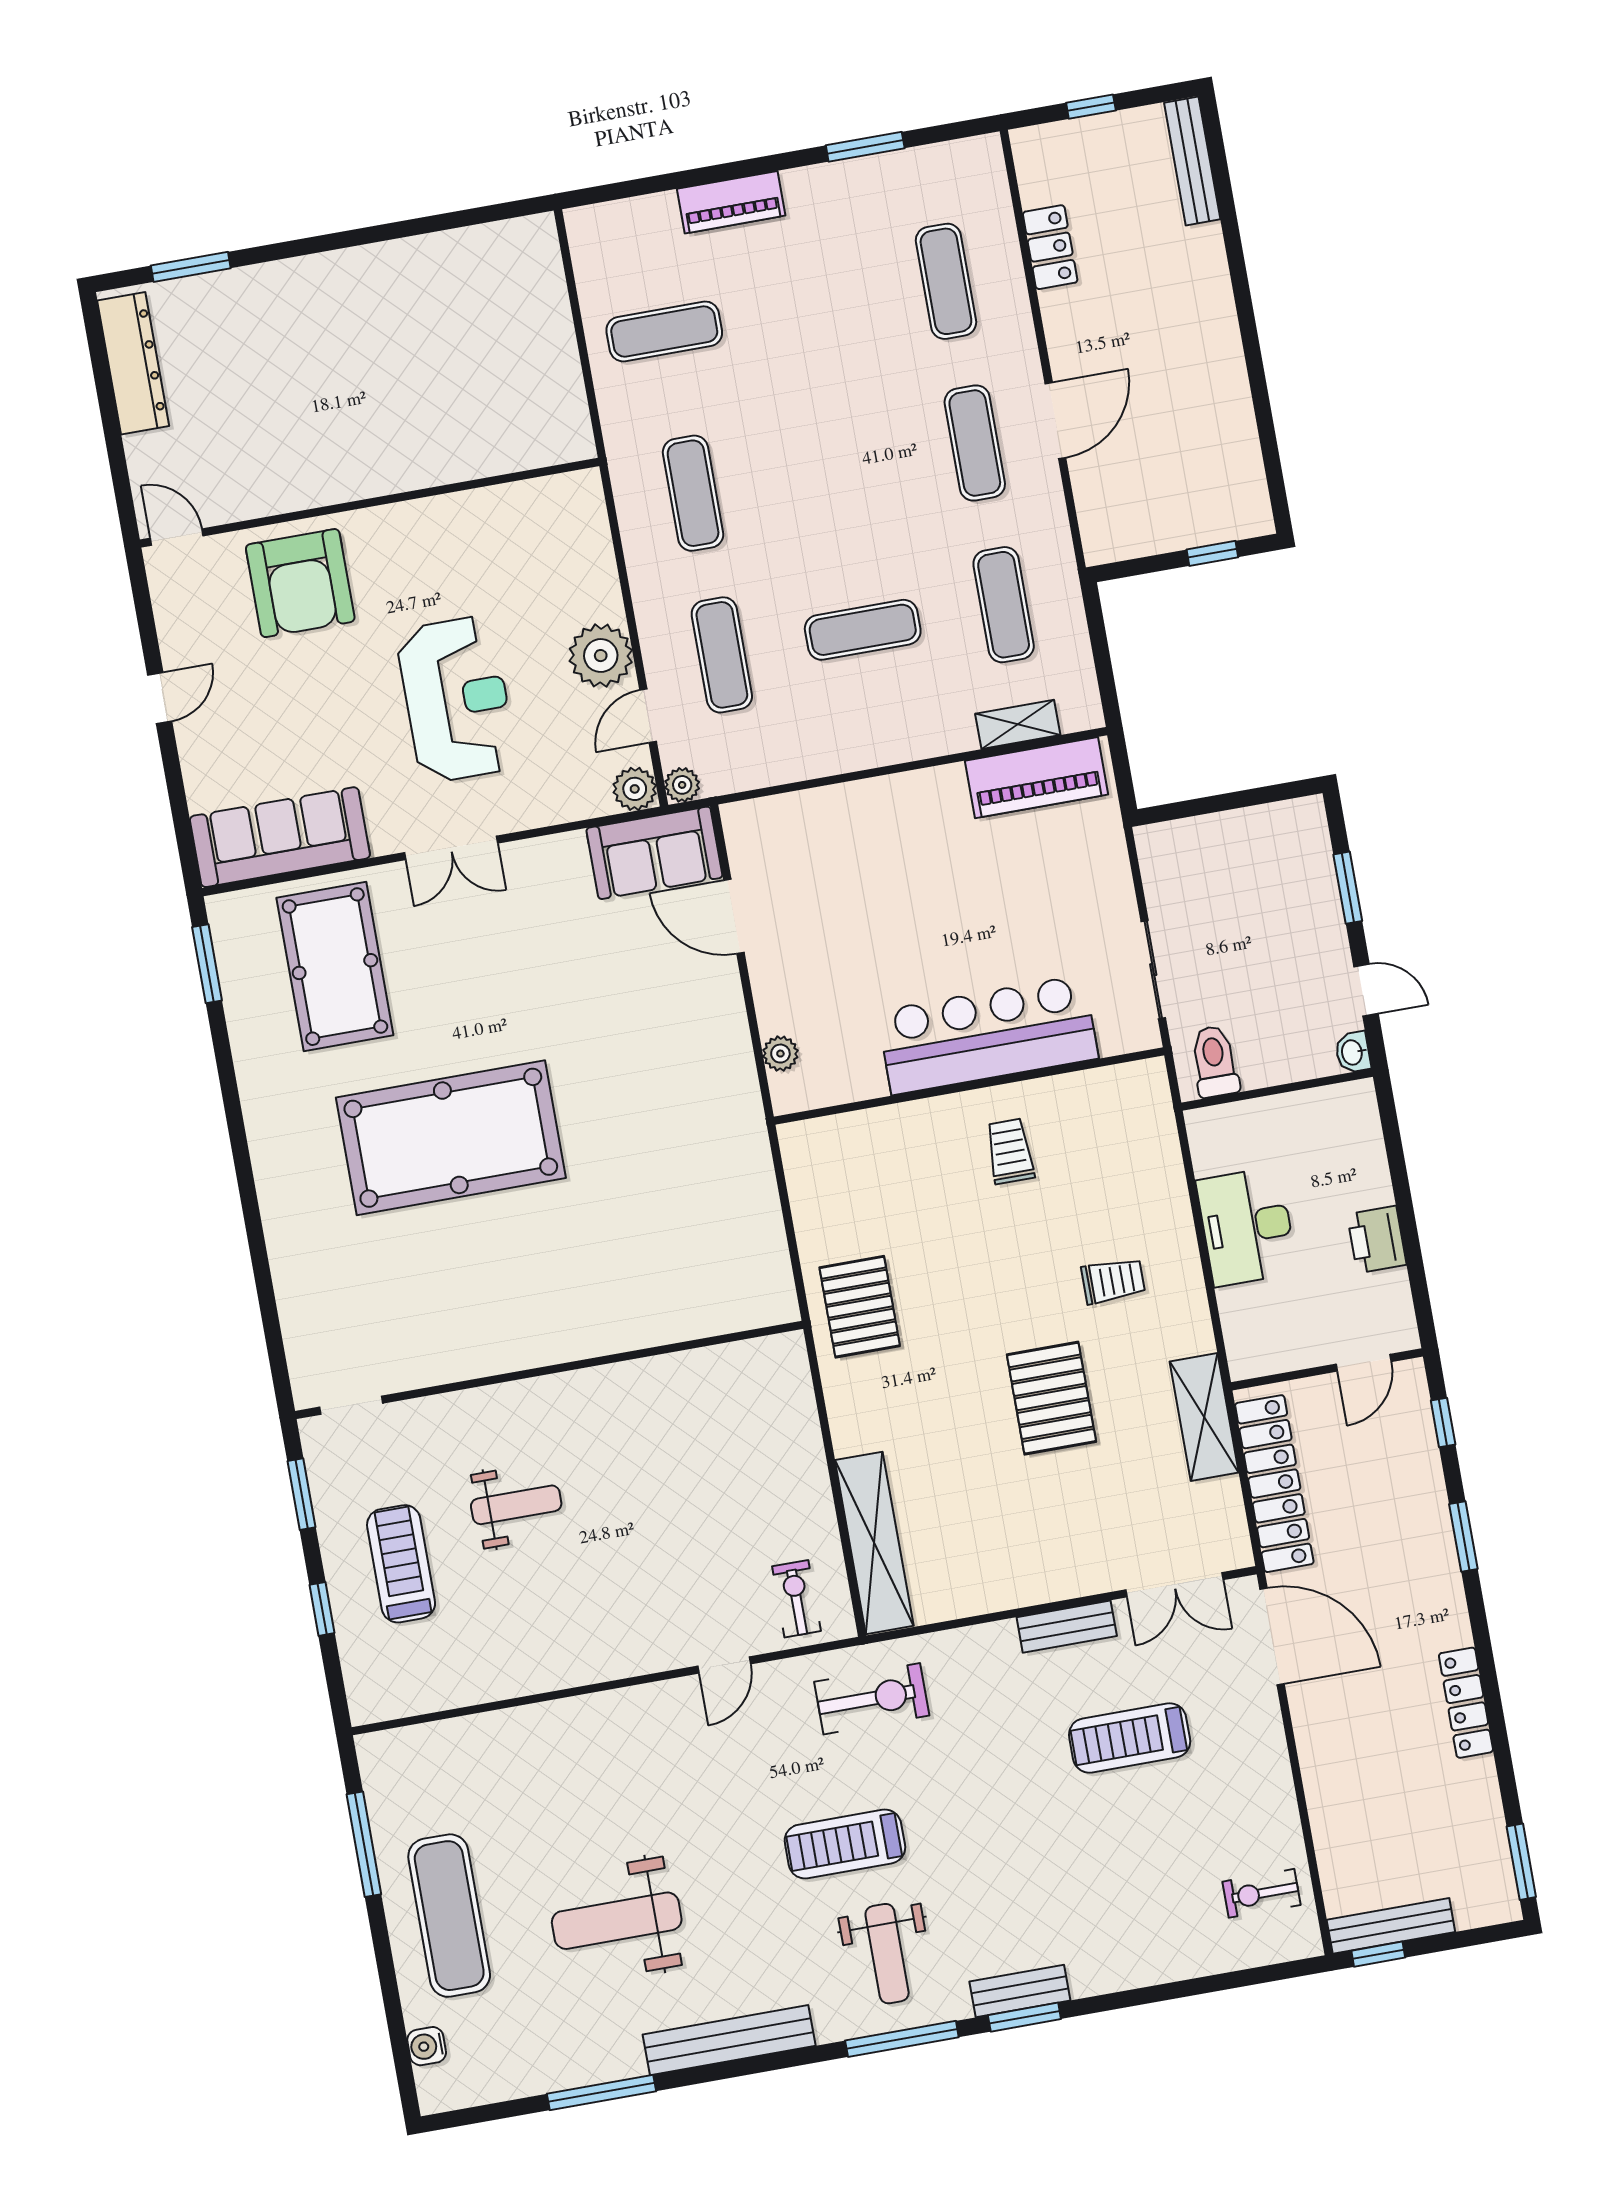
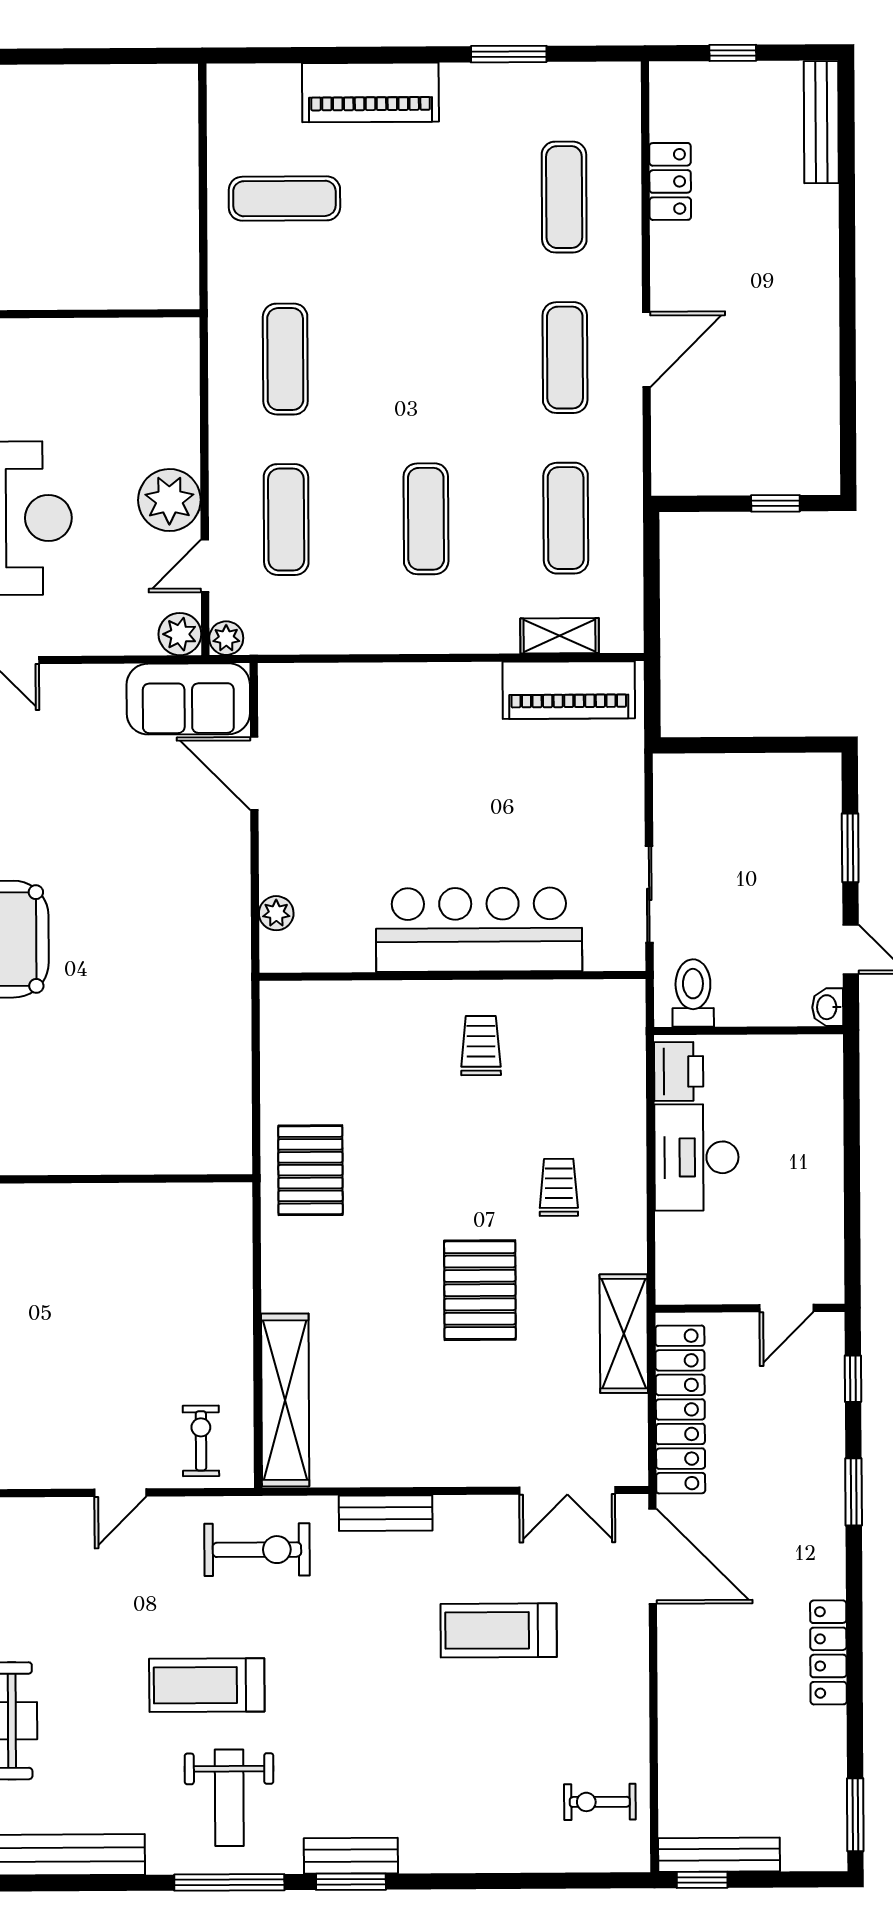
piano: (731, 202) -> (370, 92), width x1.37, depth x1.33
exercise mat: (863, 630) -> (426, 519), turned 90
printer: (1377, 1240) -> (679, 1071), moved, turned 180
trolley: (1113, 1281) -> (559, 1187), turned -90
bench: (1067, 1627) -> (386, 1513), moved

